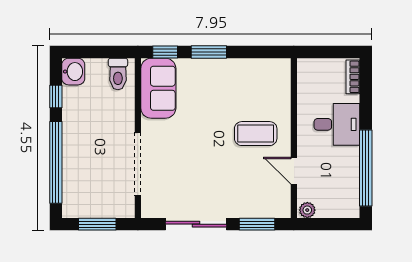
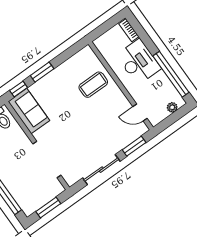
desk: (337, 124) -> (139, 62), width x1.37
coffee table: (256, 134) -> (93, 85), moved
door: (294, 171) -> (140, 113), moved
plant: (307, 210) -> (172, 107), moved

